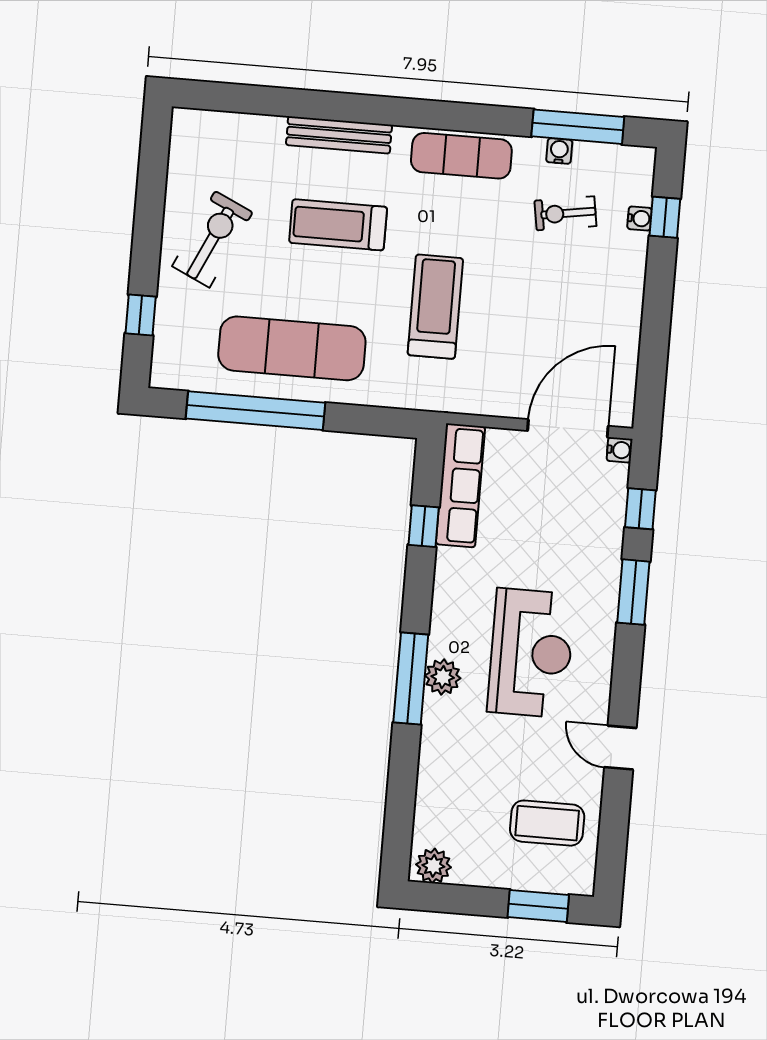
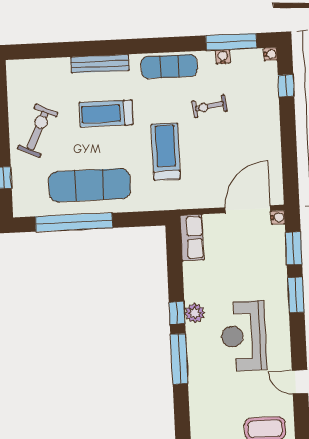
exercise bike: (565, 213) -> (209, 106), moved
water cooler: (640, 218) -> (271, 54), moved
row of seats: (460, 485) -> (192, 238), width x0.68
window: (640, 509) -> (294, 248), width x1.50
window: (424, 526) -> (177, 313), moved
reception desk: (531, 653) -> (244, 336), turned 180
plant: (443, 677) -> (195, 313), moved

